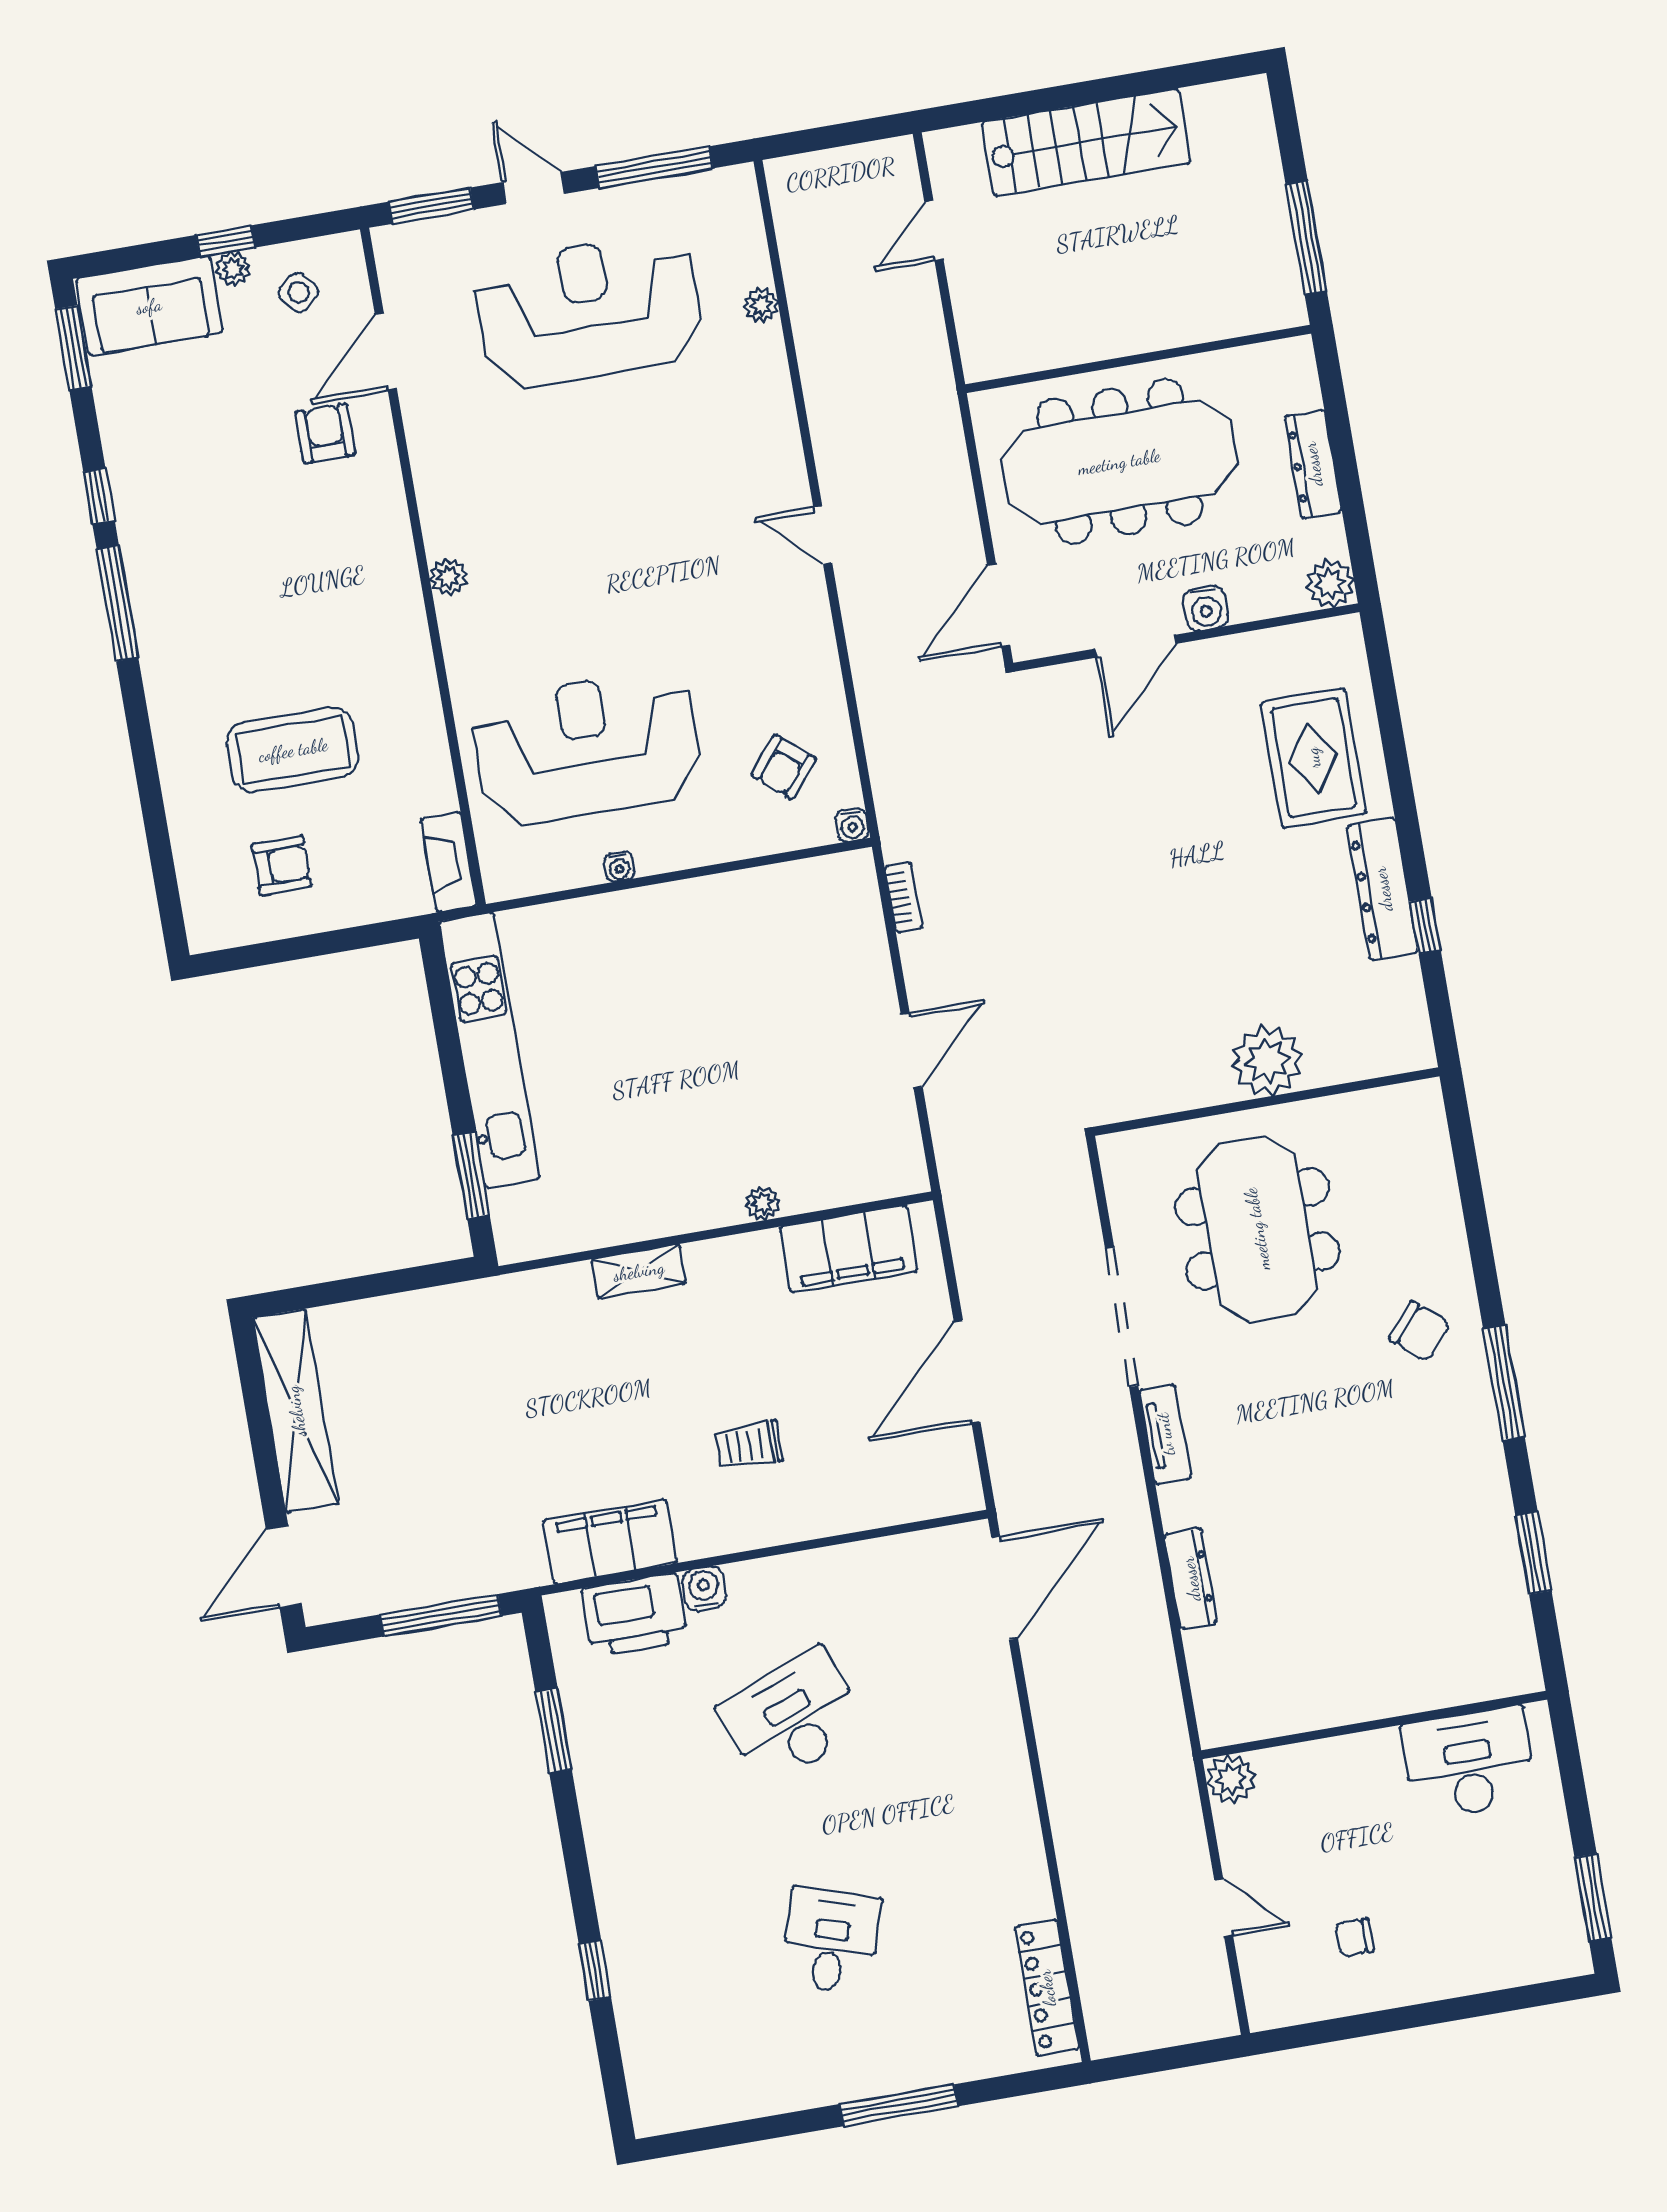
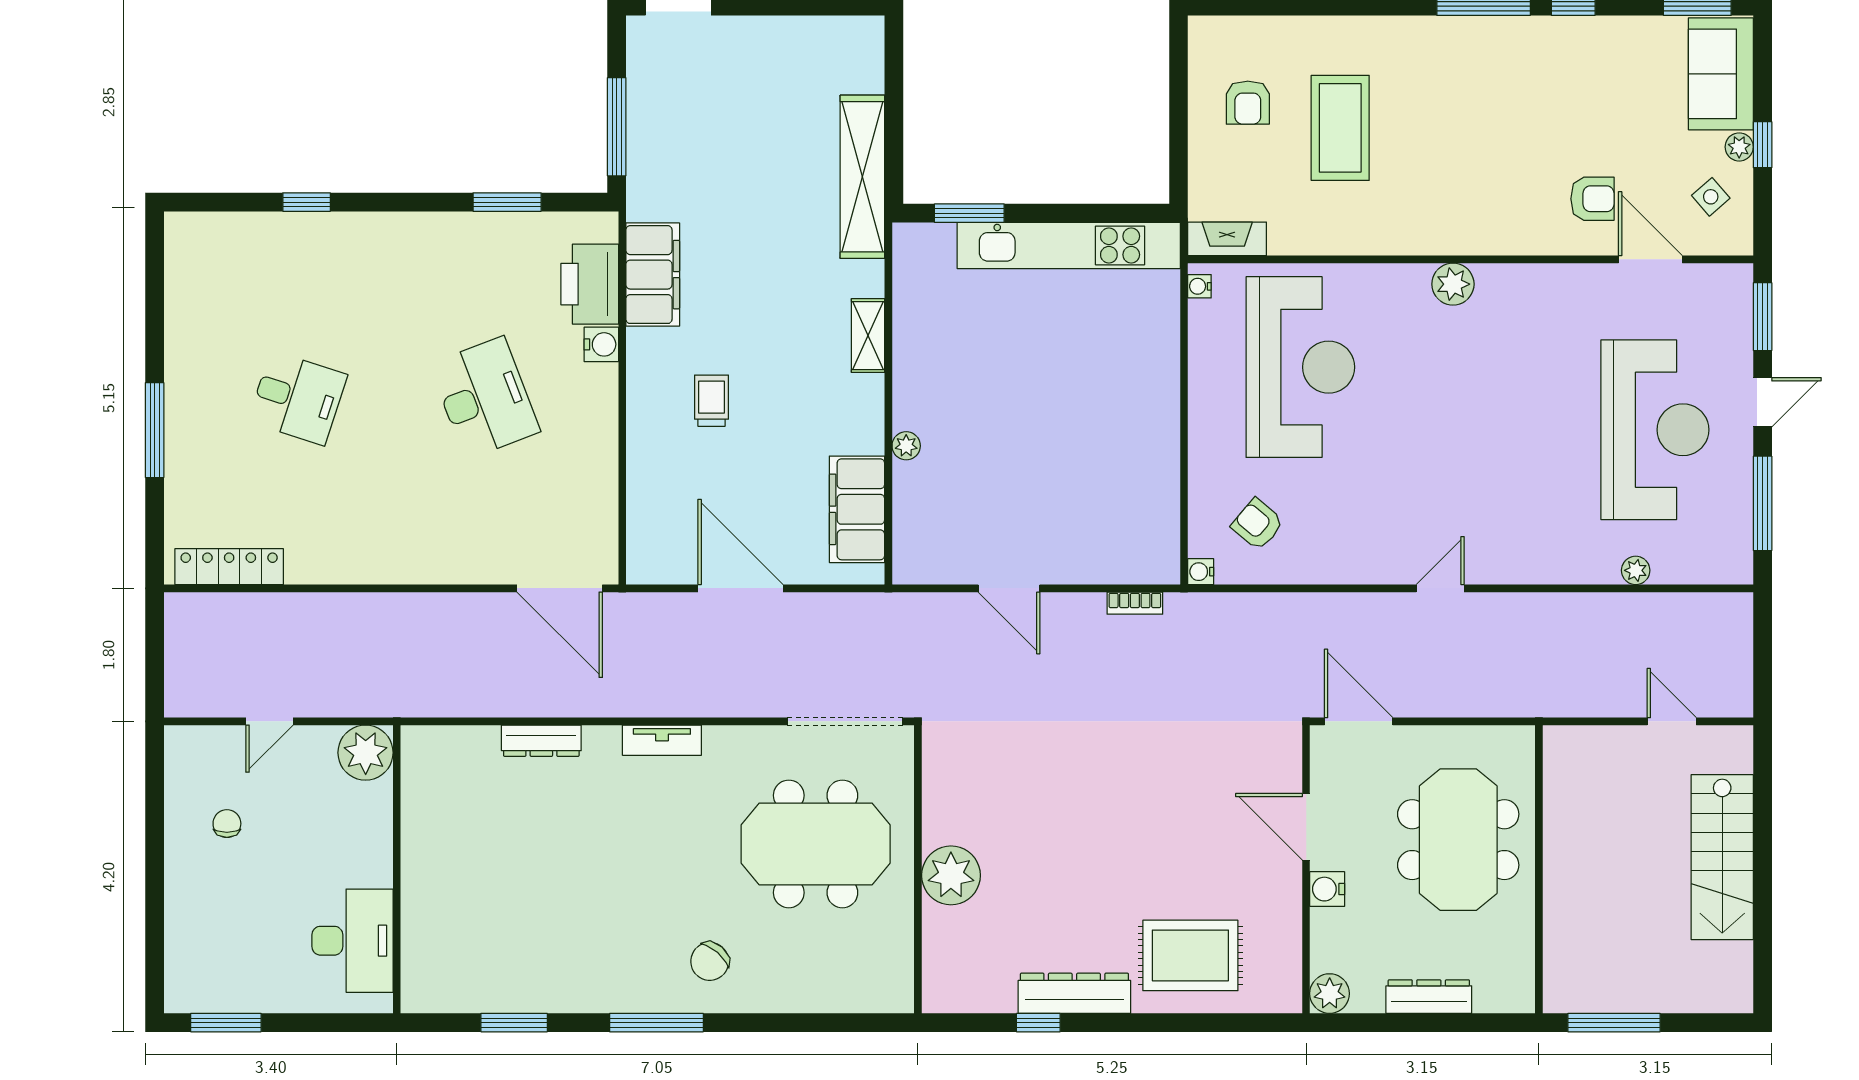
meeting table: (1119, 462) -> (1458, 840), width x0.73
plant: (448, 577) -> (1453, 284), width x1.38, depth x1.38
water cooler: (619, 867) -> (1199, 286), moved
doorway: (1122, 1317) -> (845, 721), moved
shelving: (296, 1411) -> (862, 177), moved, turned 90
plant: (1231, 1779) -> (366, 753), width x1.36, depth x1.36

